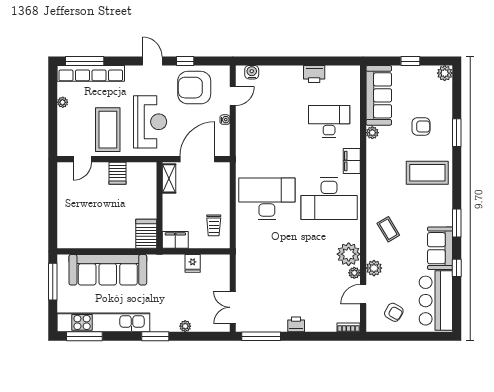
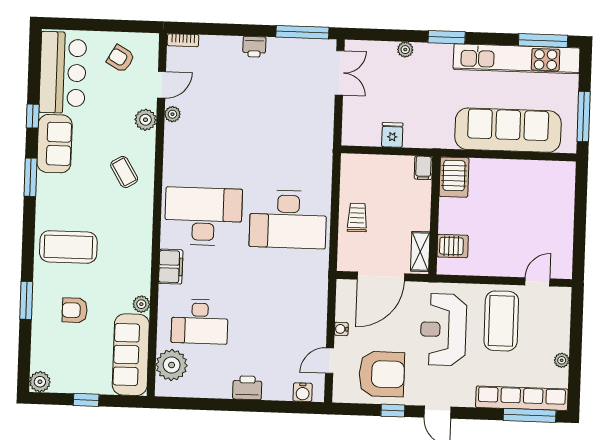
printer: (314, 74) -> (247, 388), moved
server rack: (117, 173) -> (453, 246), moved, turned 90
trolley: (214, 225) -> (357, 217), moved
filing cabinet: (175, 240) -> (423, 168), width x0.50
plant: (349, 254) -> (172, 365), moved

